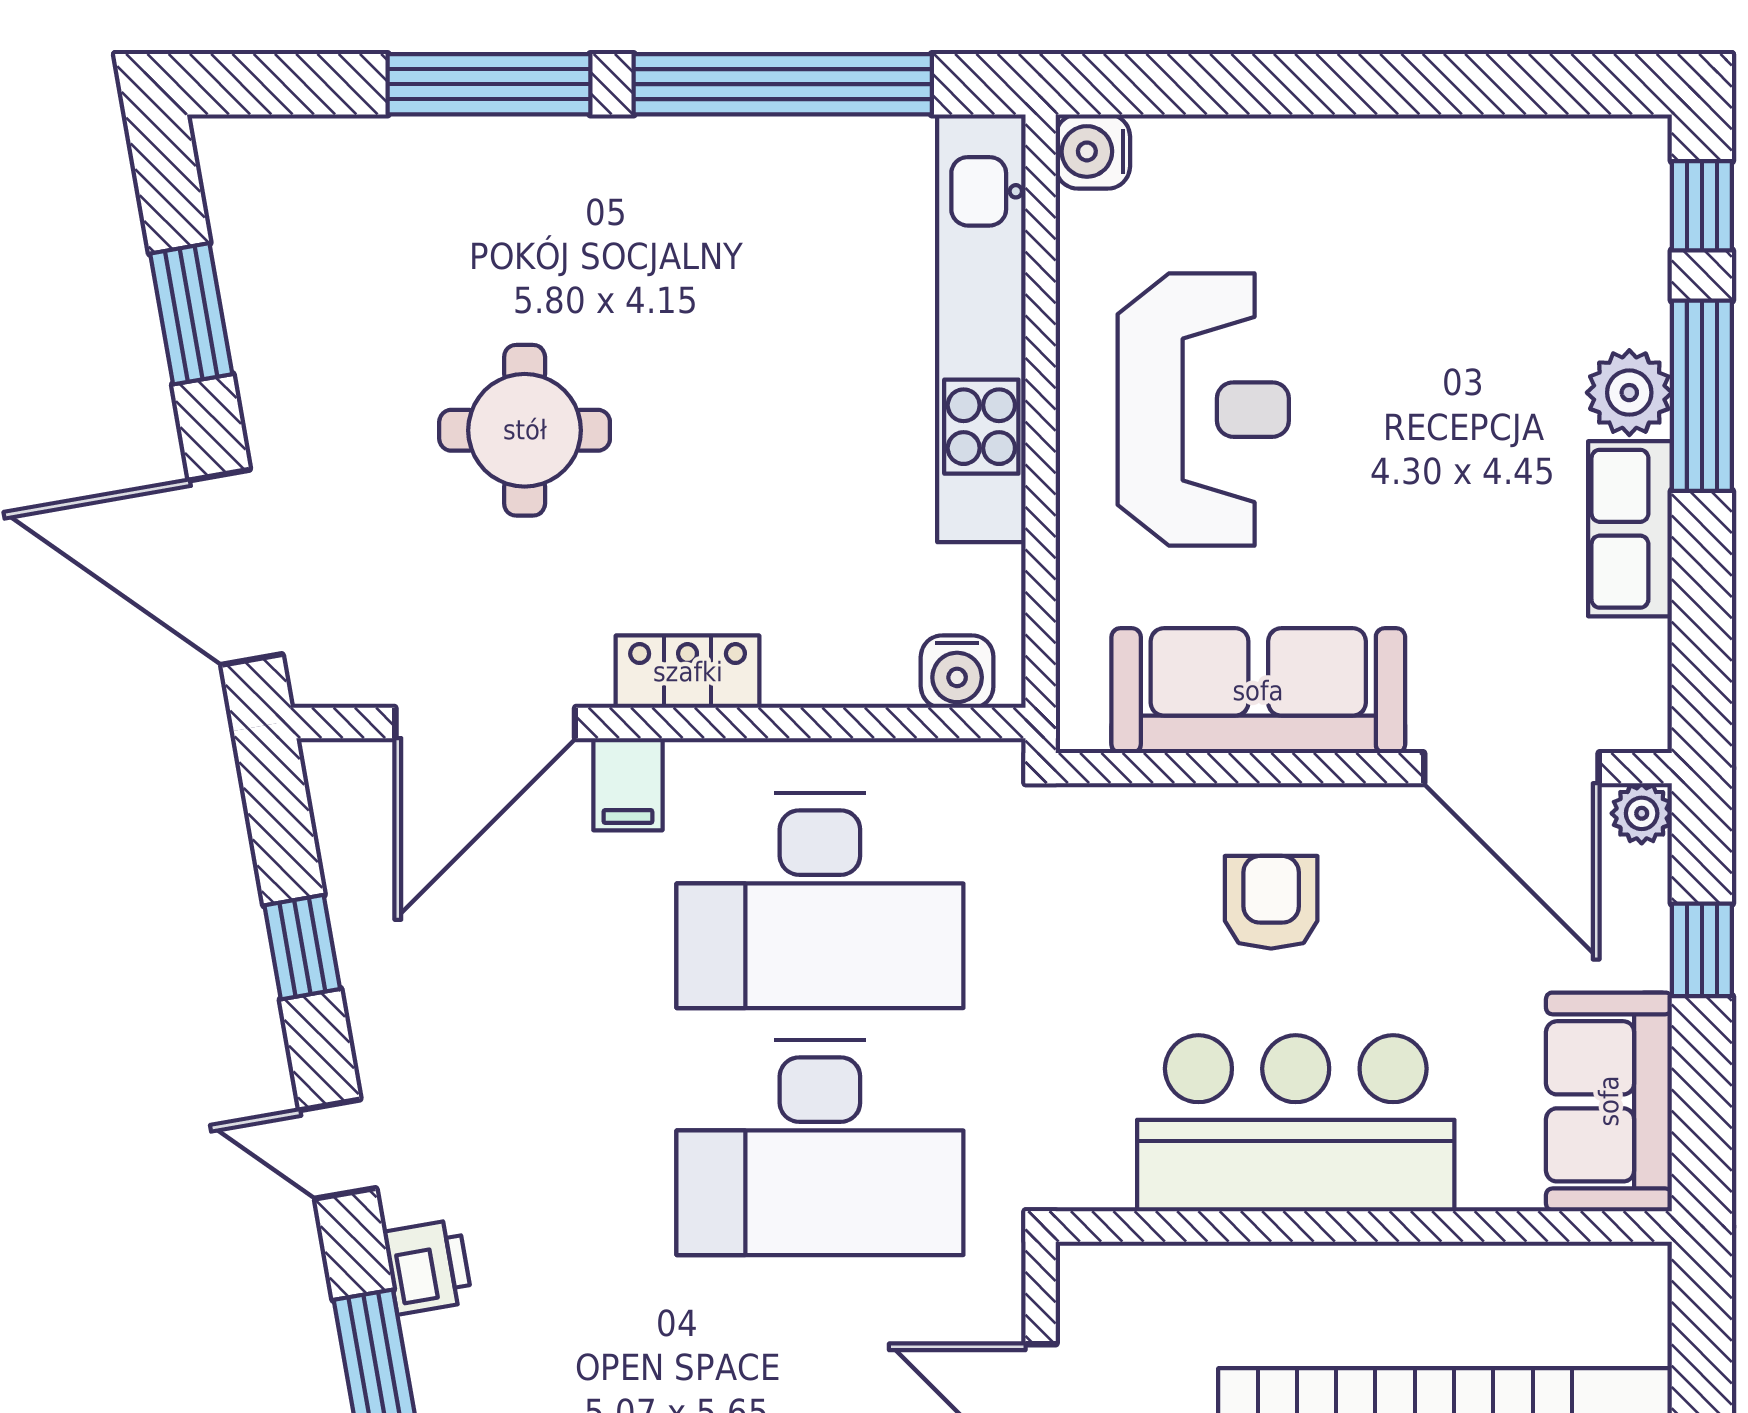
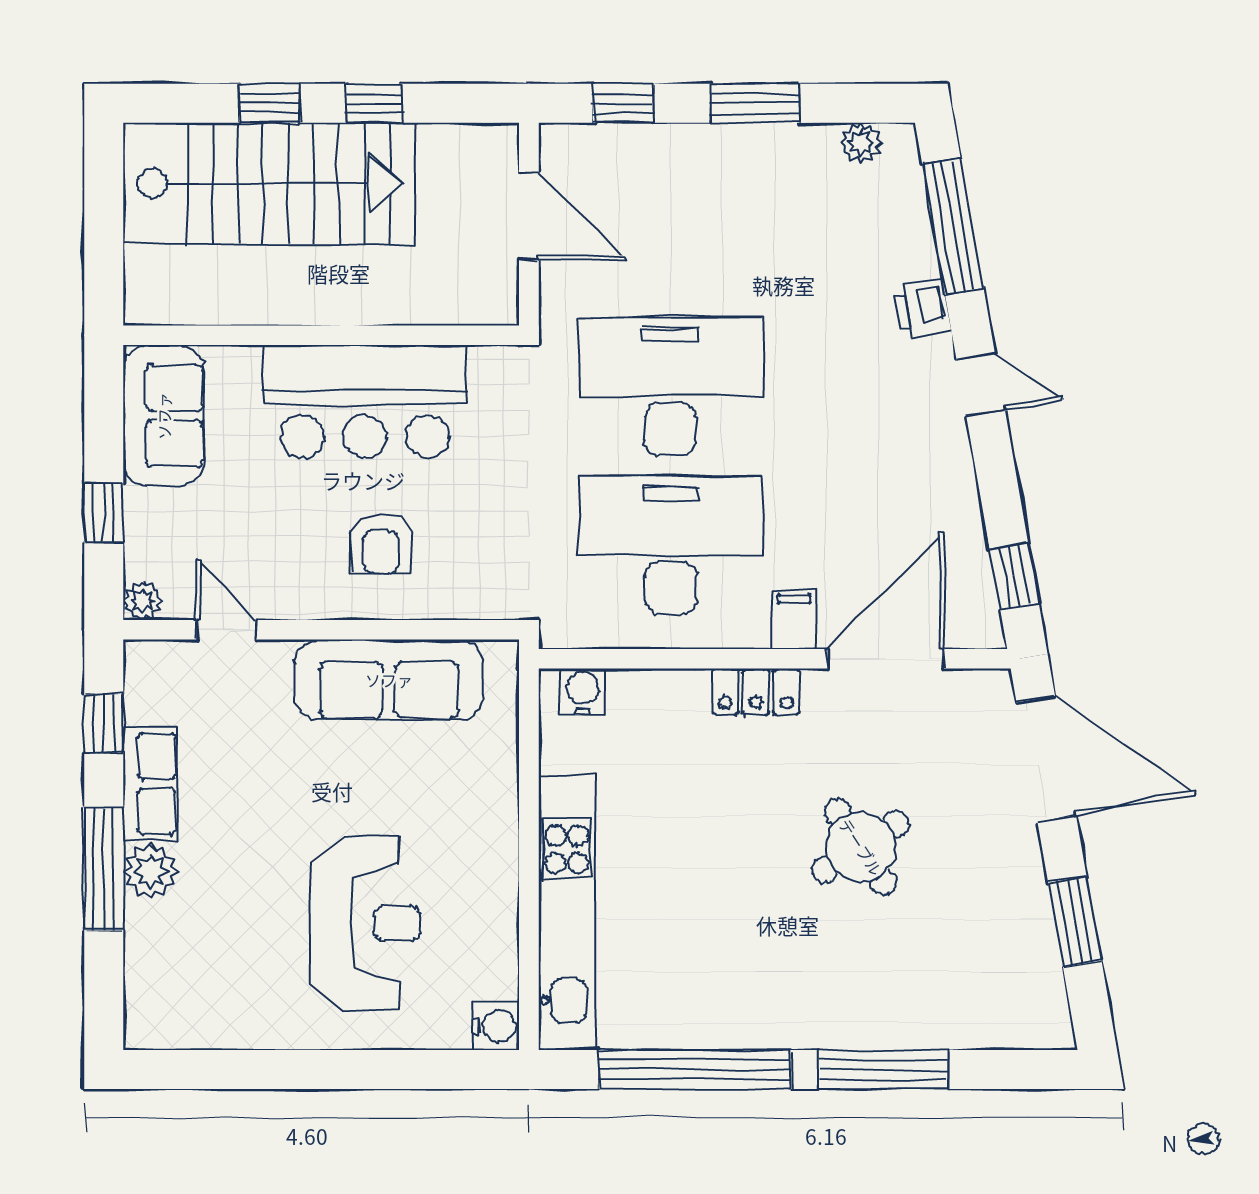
window: (1702, 206) -> (104, 723), moved
reception desk: (1203, 410) -> (365, 923), moved, turned 180
round table: (525, 430) -> (861, 847), turned -33
door: (1511, 768) -> (226, 630), width x0.53
window: (302, 947) -> (1014, 576), moved

